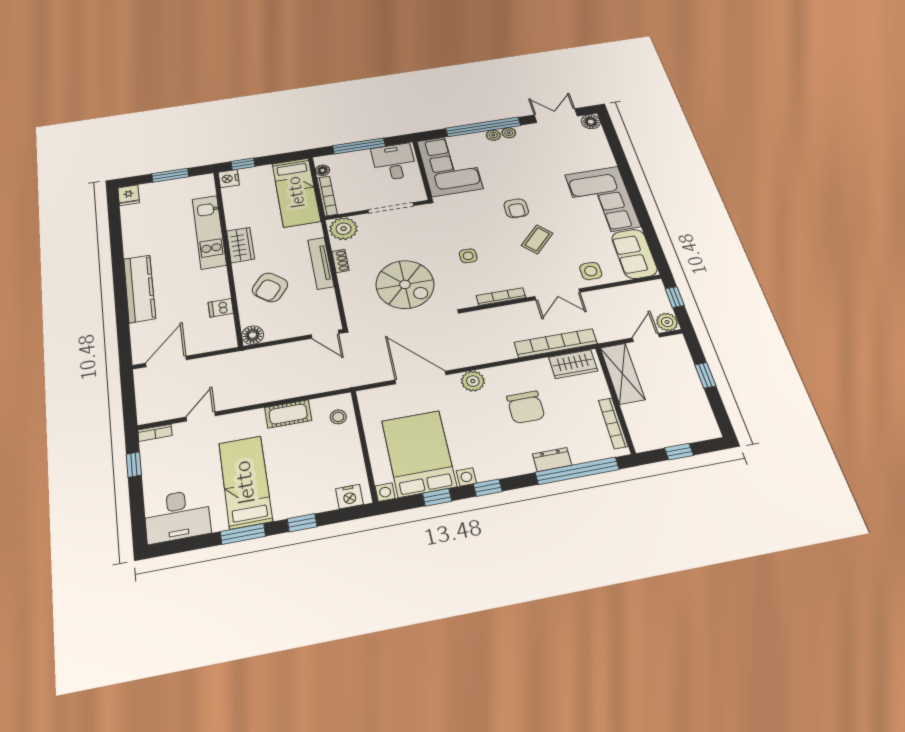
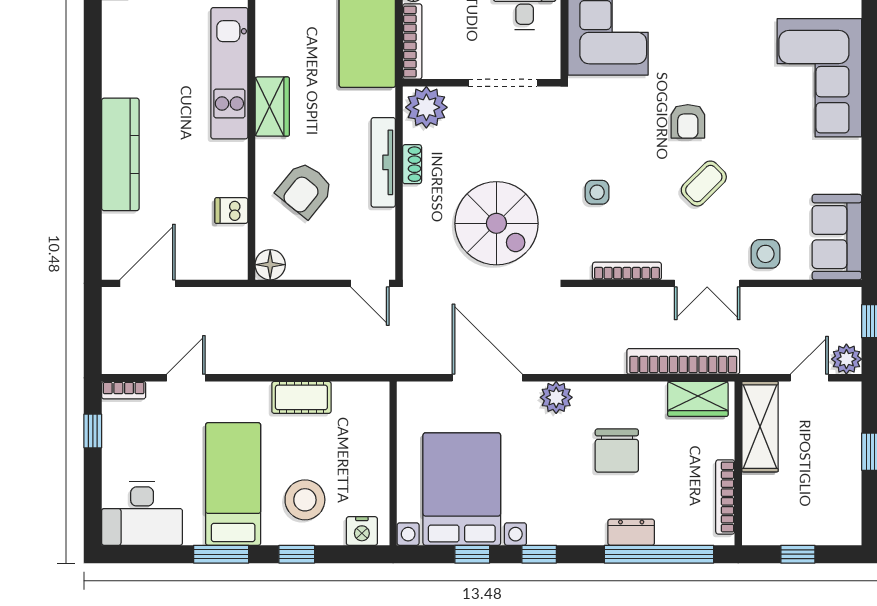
corner sofa: (602, 200) -> (819, 78), moved
stool: (338, 417) -> (305, 500), moved, width x1.89, depth x1.89

